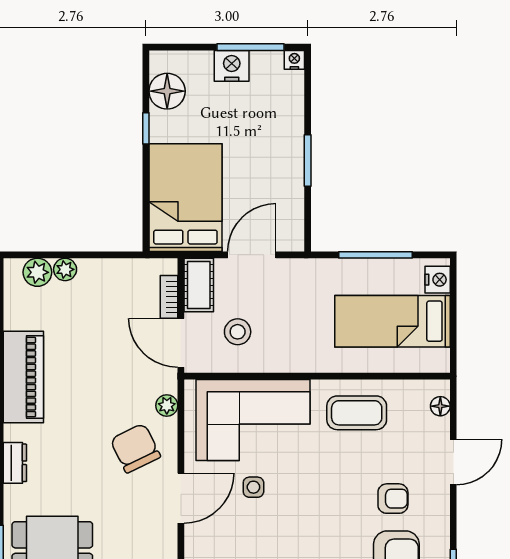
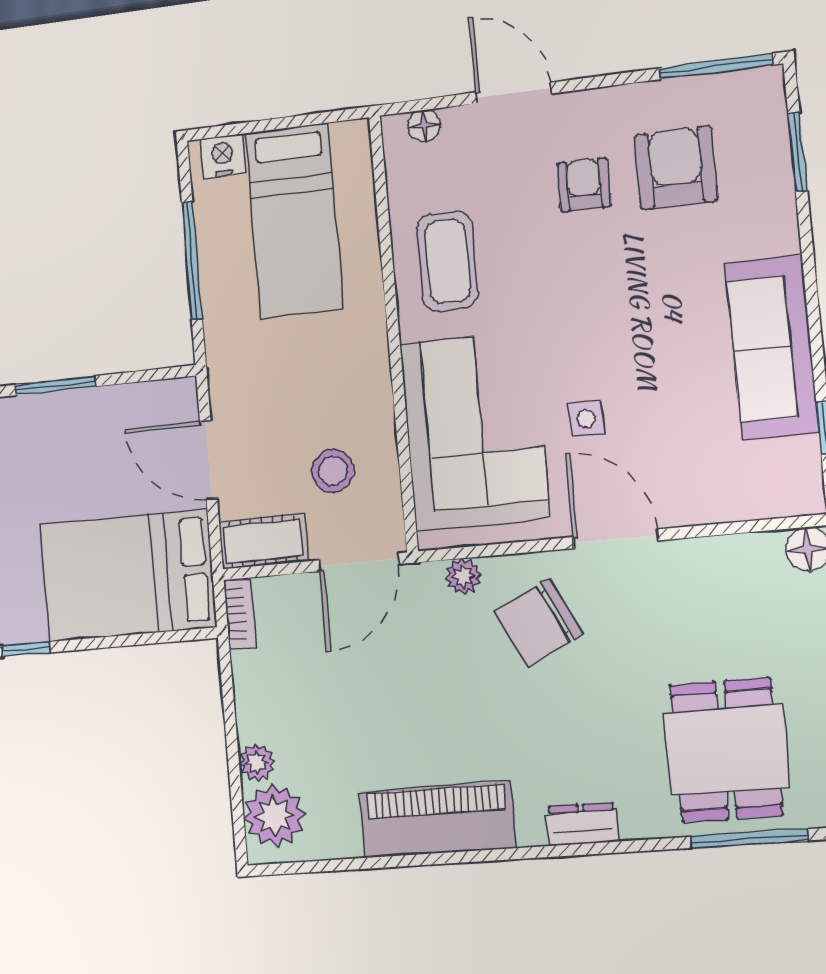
plant: (37, 272) -> (274, 816), width x1.36, depth x1.36
bookcase: (169, 297) -> (240, 614), moved, turned -90

